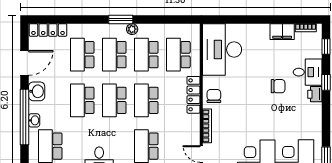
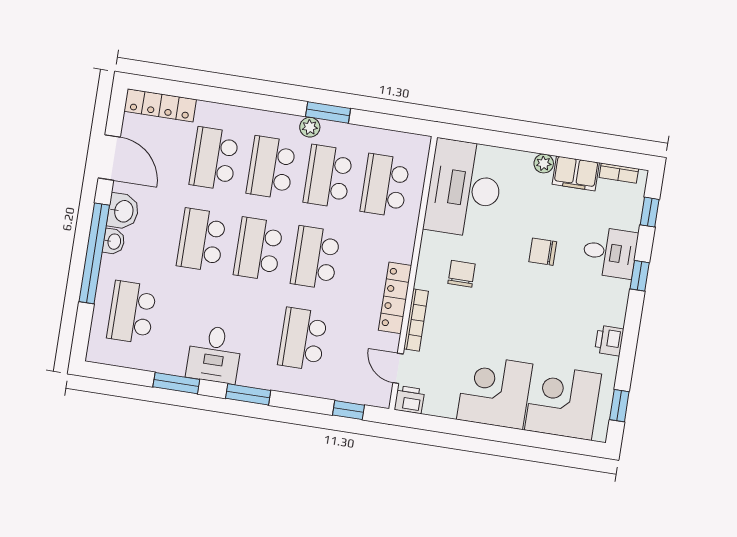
window: (121, 19) -> (328, 112), moved
plant: (264, 29) -> (544, 163), added
door: (25, 63) -> (109, 157), hinge flipped
chair: (278, 86) -> (543, 252), moved, turned 180
printer: (315, 94) -> (609, 341), moved
locker: (194, 95) -> (395, 298), moved
chair: (214, 96) -> (462, 274), moved
washbasin: (34, 120) -> (114, 242), moved

